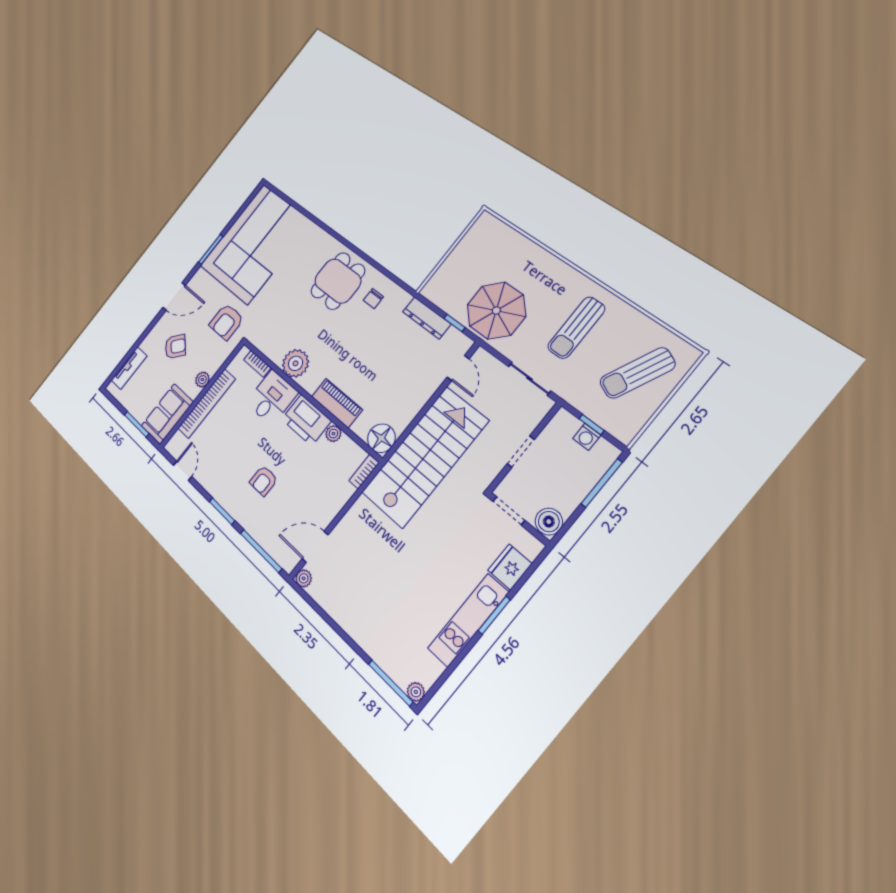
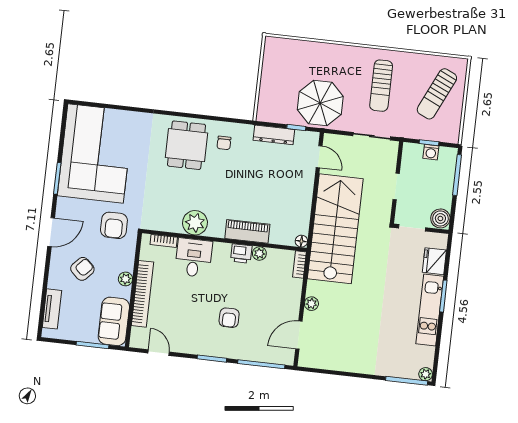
printer: (306, 420) -> (241, 254), width x0.53, depth x0.68
floor lamp: (381, 438) -> (301, 241), width x0.53, depth x0.53
plant: (304, 578) -> (311, 304), moved

